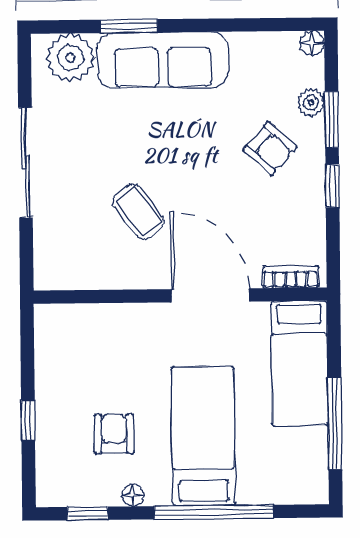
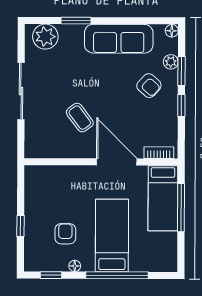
sofa: (163, 60) -> (119, 39), moved
window: (335, 423) -> (181, 208), moved

